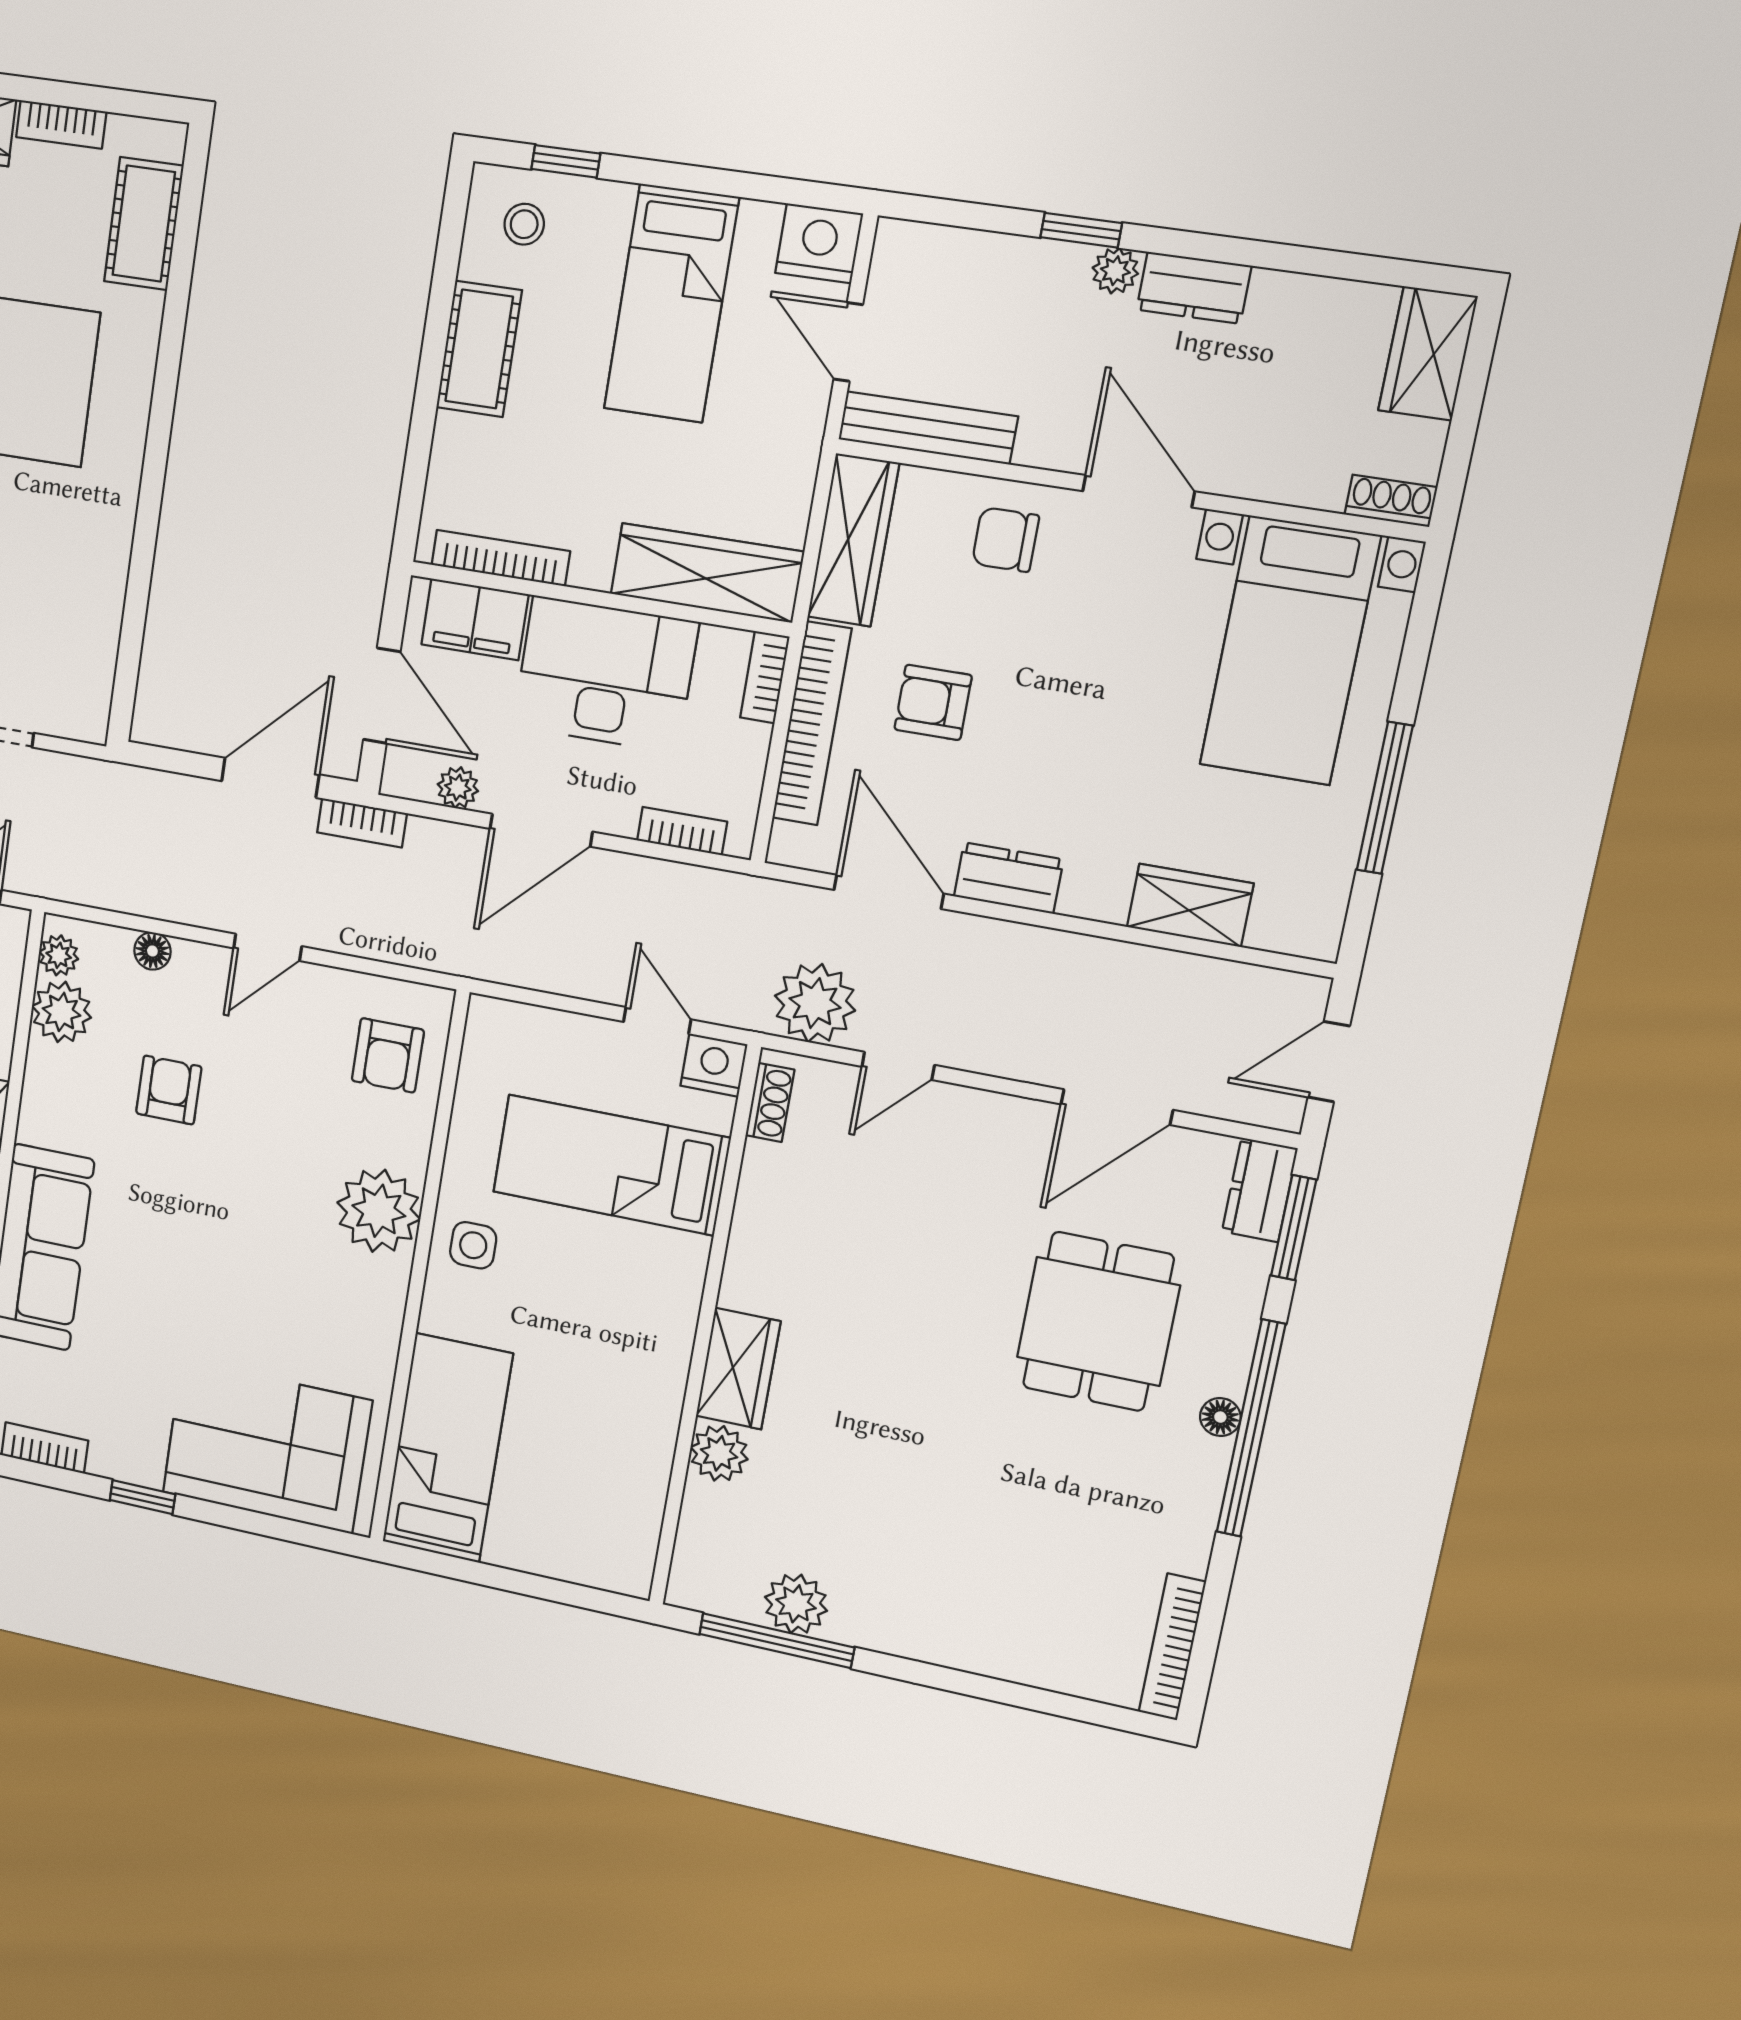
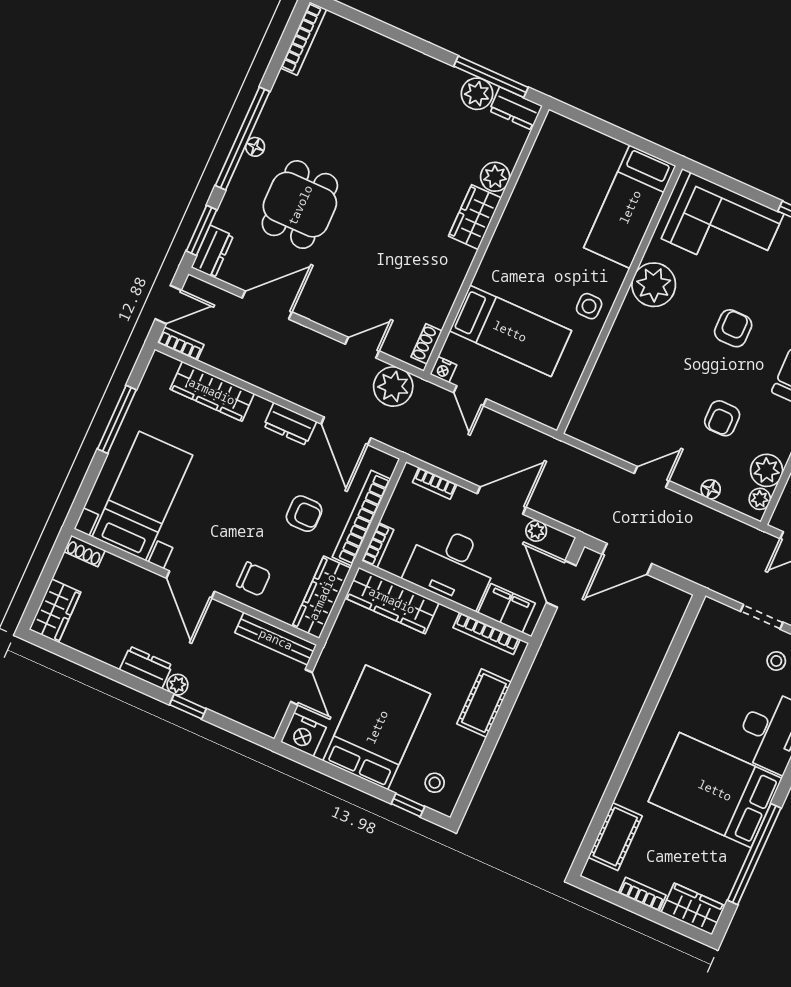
bed: (671, 303) -> (377, 727), width x1.50
cot: (479, 349) -> (484, 703), moved
bookcase: (362, 823) -> (181, 344), moved
wardrobe: (1190, 905) -> (212, 391), width x1.50
armchair: (388, 1055) -> (733, 328), moved
nightstand: (714, 1065) -> (443, 370), width x0.72, depth x0.74
plant: (379, 1211) -> (654, 285), moved
dresser: (713, 1590) -> (516, 108), added

